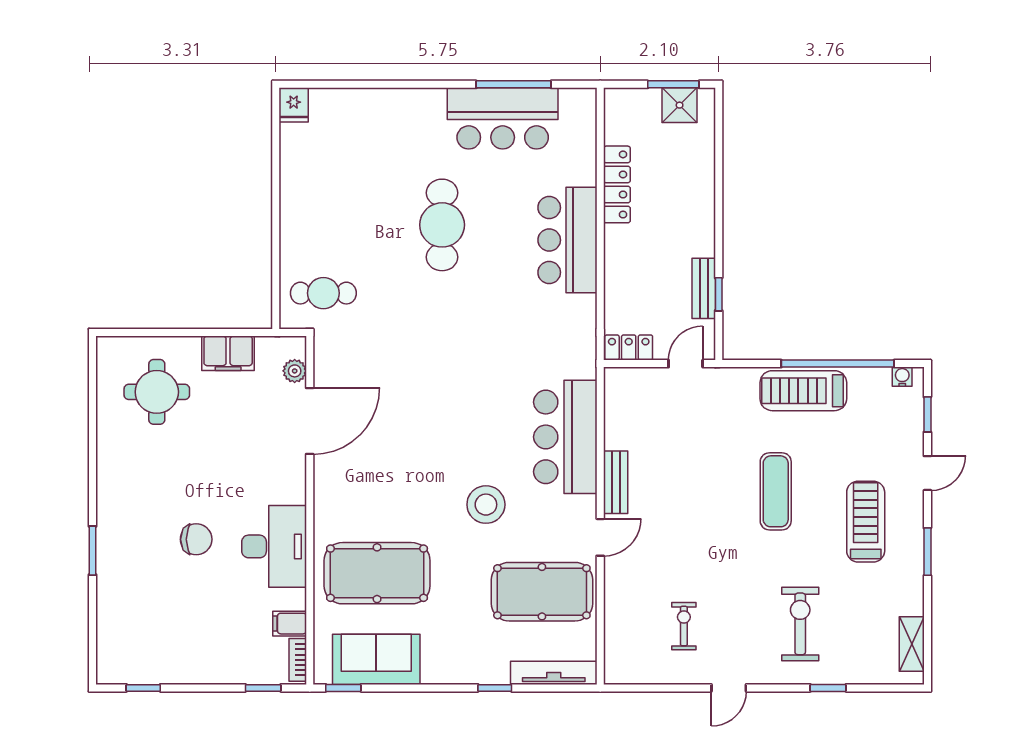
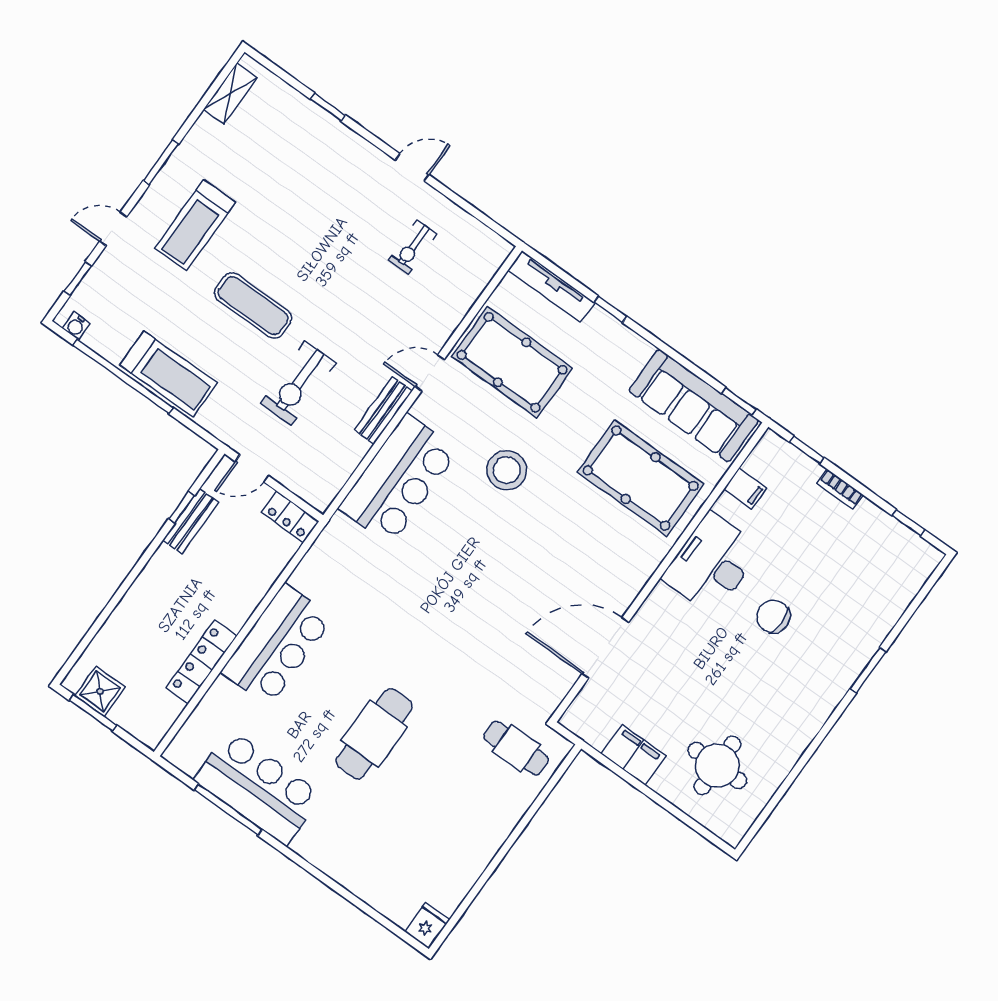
plant: (295, 371) -> (588, 700), removed
exercise mat: (776, 491) -> (253, 306), turned 90
exercise bike: (800, 624) -> (298, 383), moved
sofa: (376, 659) -> (694, 406), width x1.36
bookcase: (298, 660) -> (840, 489), moved, turned 90

